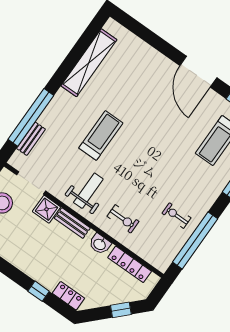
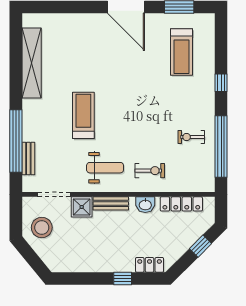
weight bench: (88, 191) -> (105, 168), turned 90

